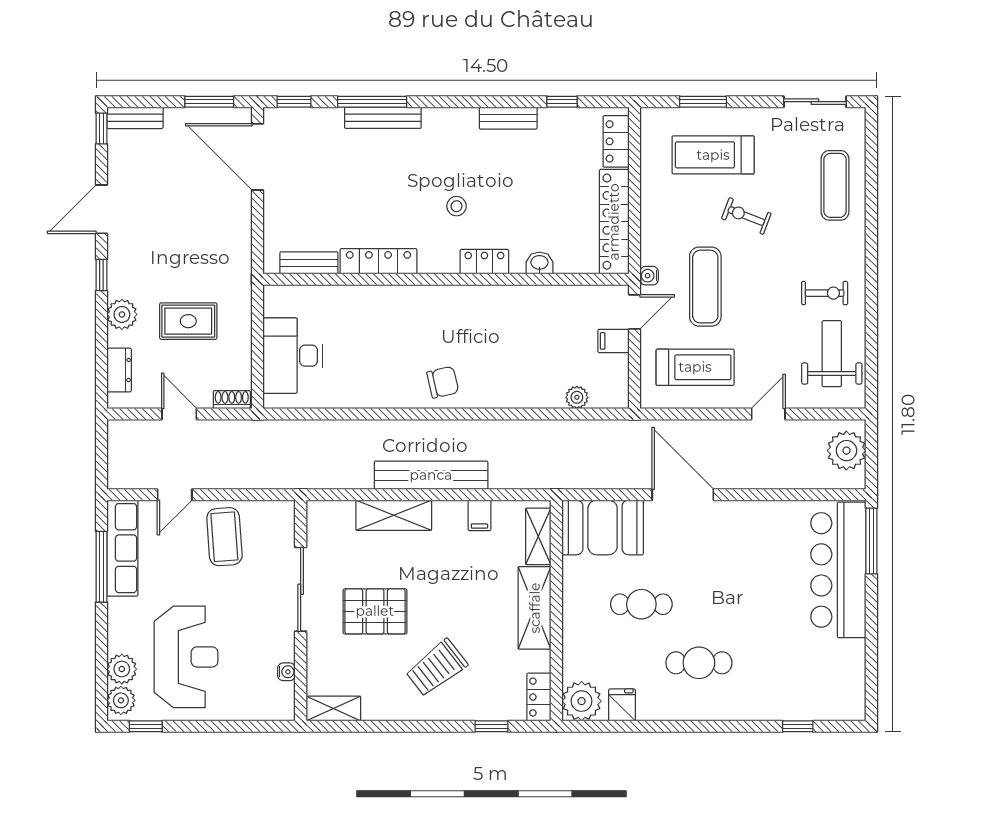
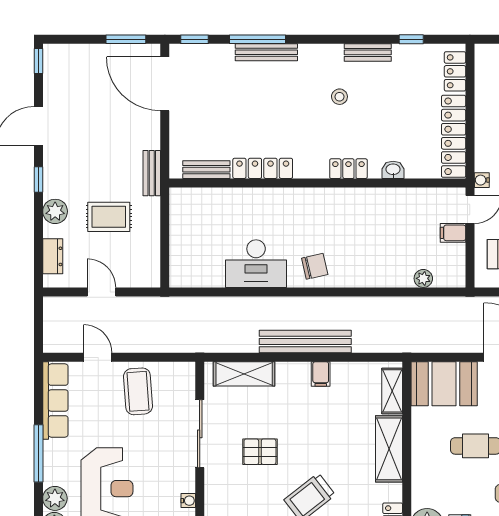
bench: (135, 118) -> (152, 173), moved, turned 90
stool: (457, 206) -> (339, 97), moved
desk: (292, 356) -> (256, 264), moved, turned -90
shoe rack: (232, 400) -> (144, 280), removed
door: (175, 495) -> (98, 357), swing flipped
shelving: (394, 515) -> (244, 374), moved
filing cabinet: (479, 515) -> (321, 374), moved
window: (101, 567) -> (38, 453), moved
pallet: (375, 611) -> (260, 452), width x0.67, depth x0.71

